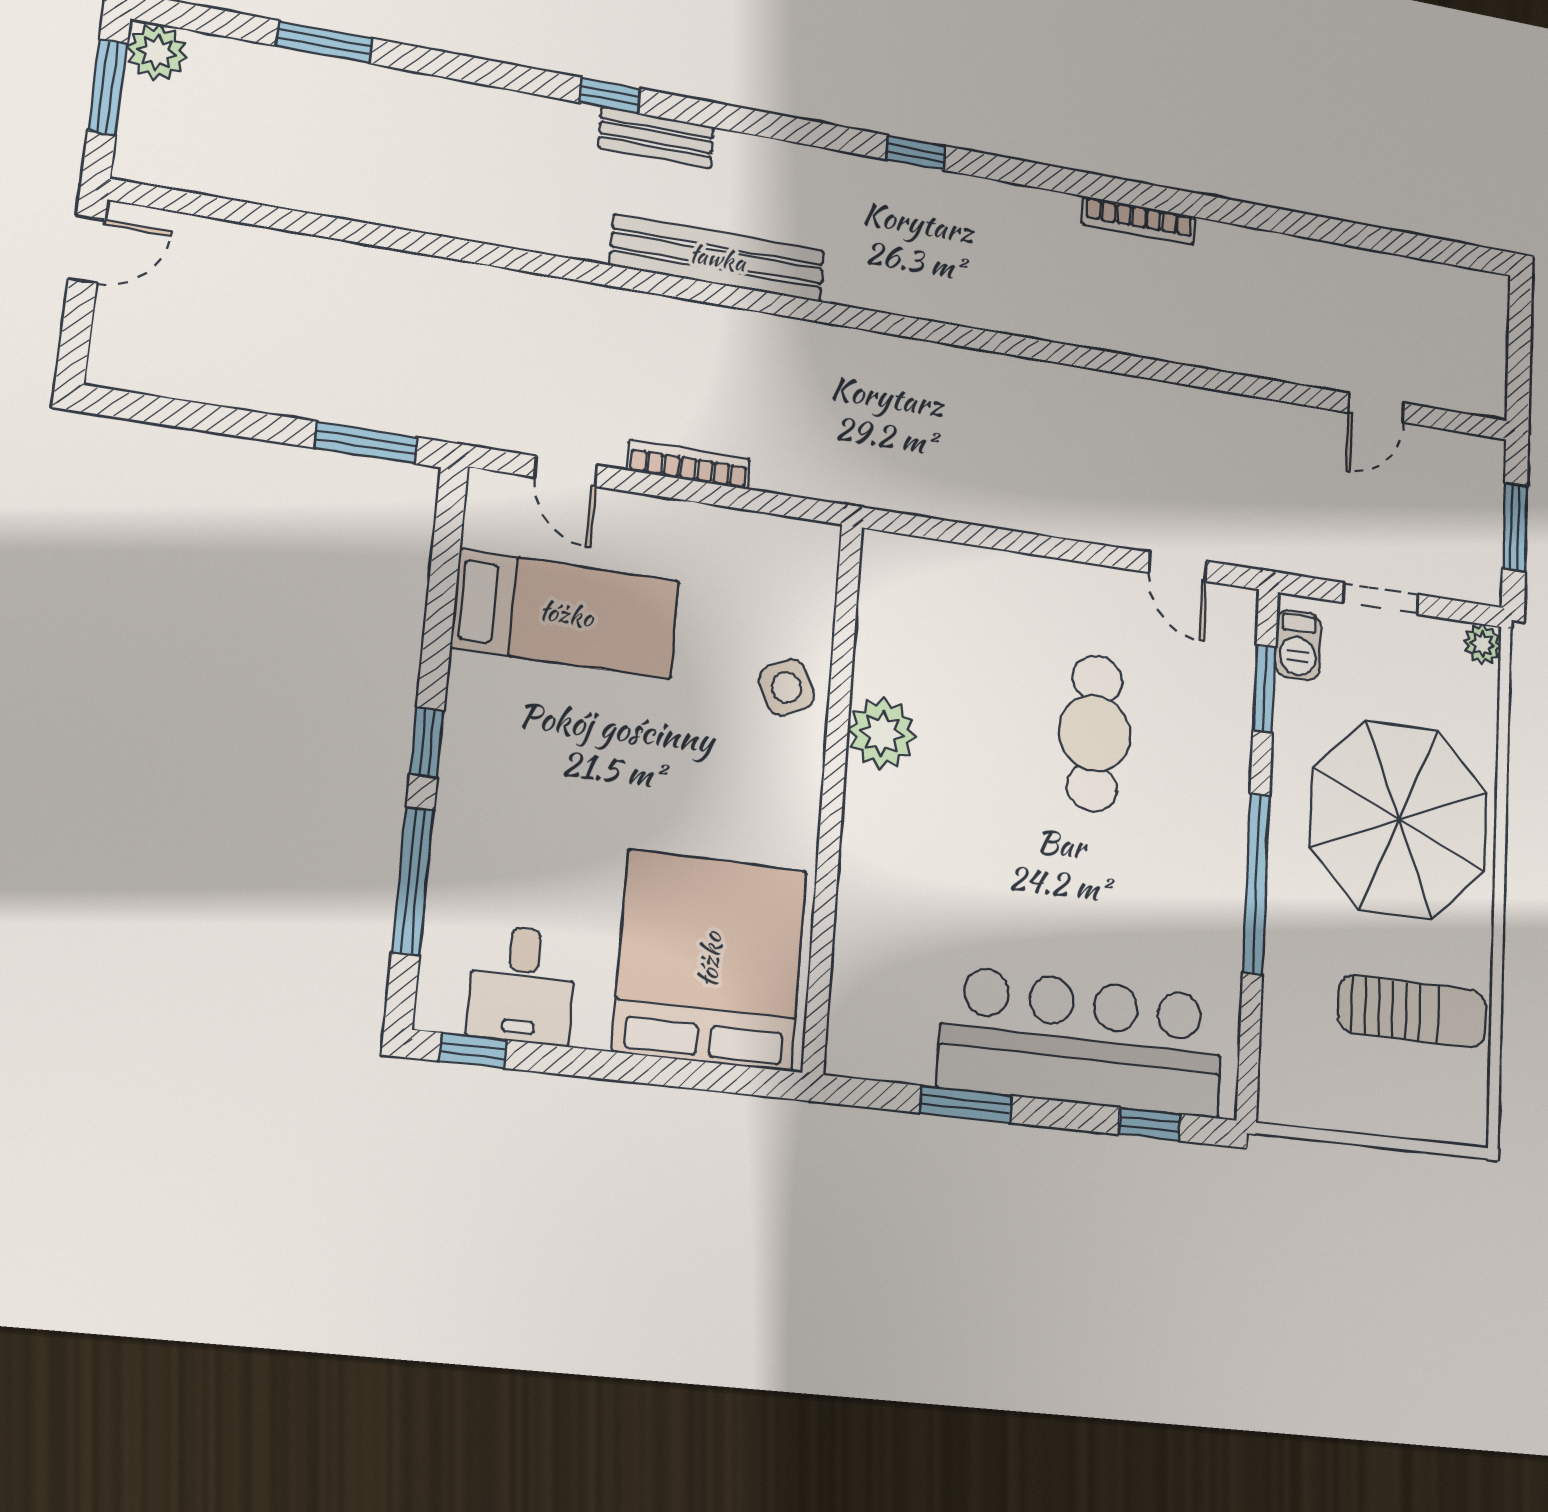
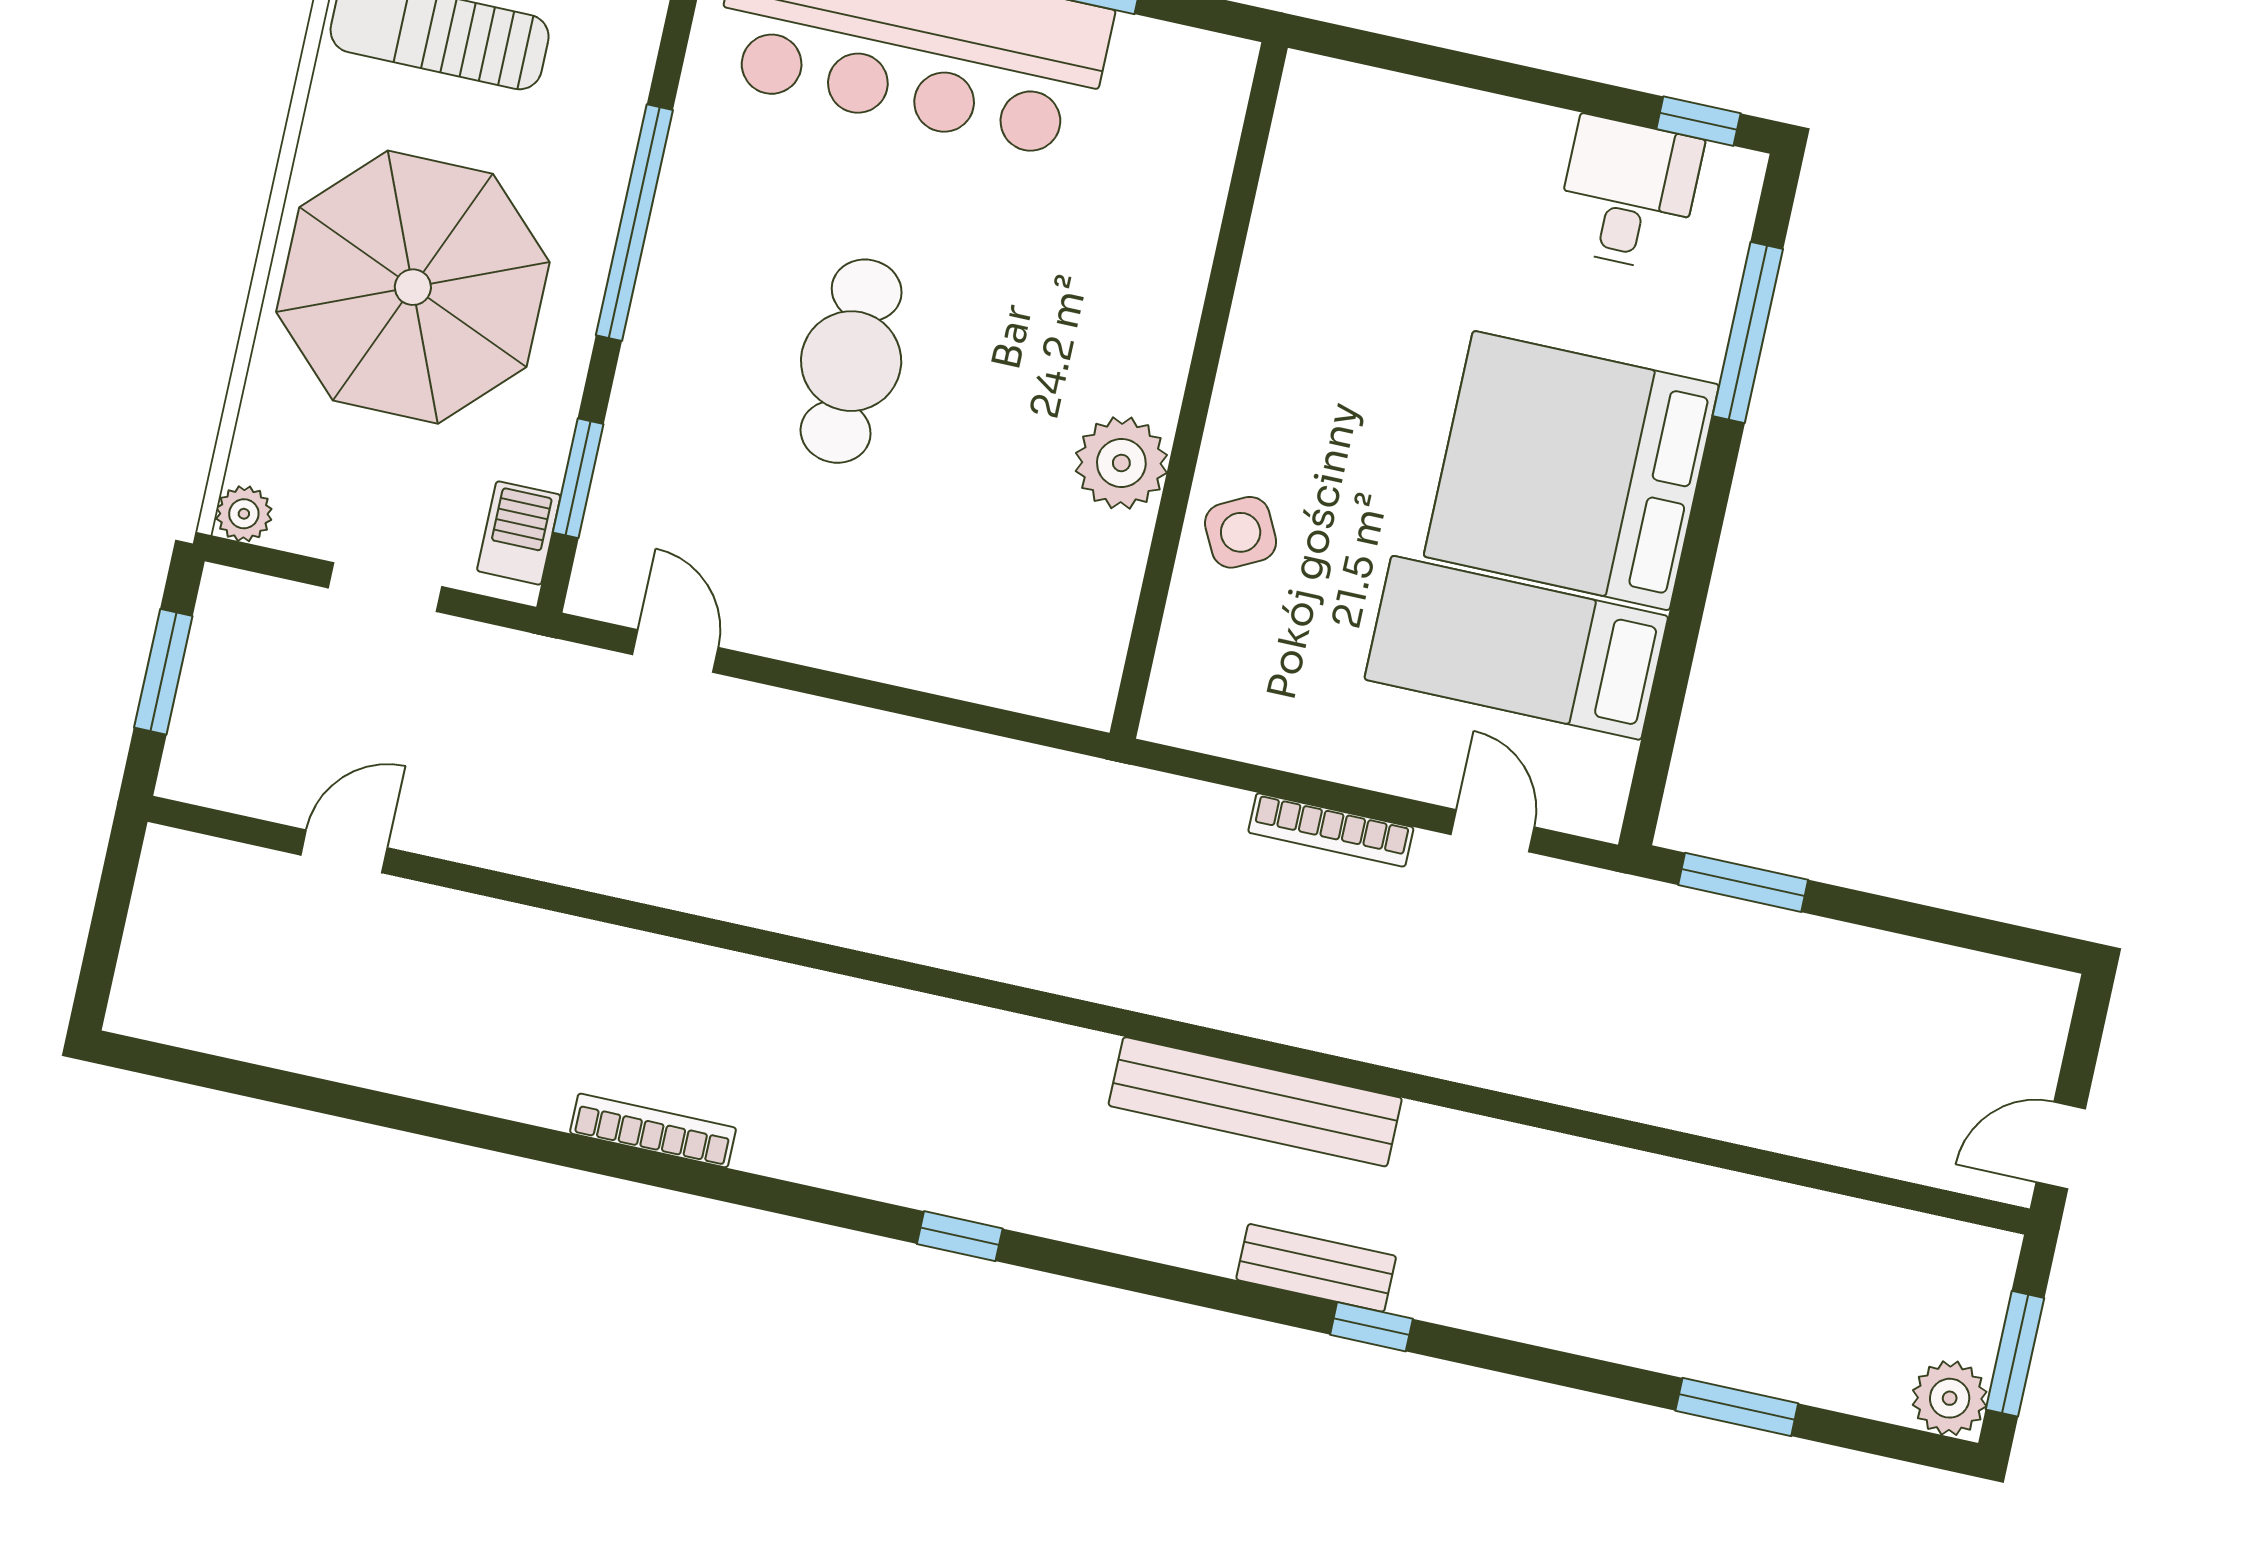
cafe table: (1095, 733) -> (851, 361), moved
window: (427, 742) -> (1711, 501), removed
bed: (710, 960) -> (1571, 471), moved, turned 90

